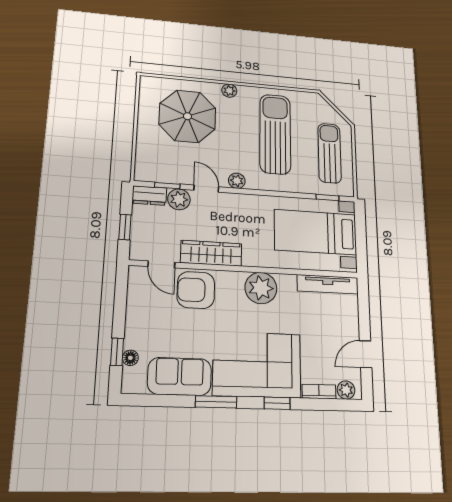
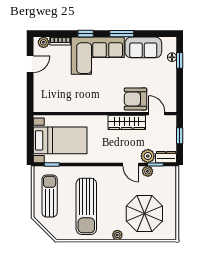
sun lounger: (329, 153) -> (50, 196), turned 180
plant: (237, 181) -> (148, 171), moved
tv unit: (328, 284) -> (53, 107), removed
plant: (261, 288) -> (96, 102), removed
armchair: (196, 290) -> (135, 99), turned 180

